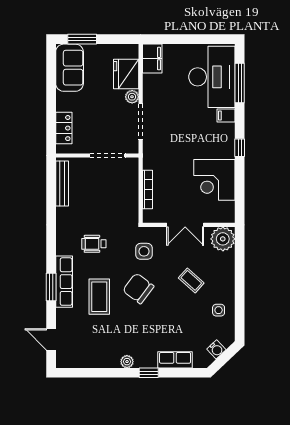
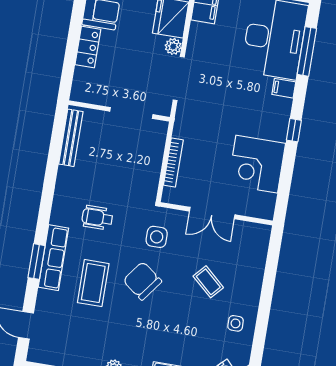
locker: (64, 128) -> (88, 47), moved
plant: (223, 239) -> (255, 238), removed

